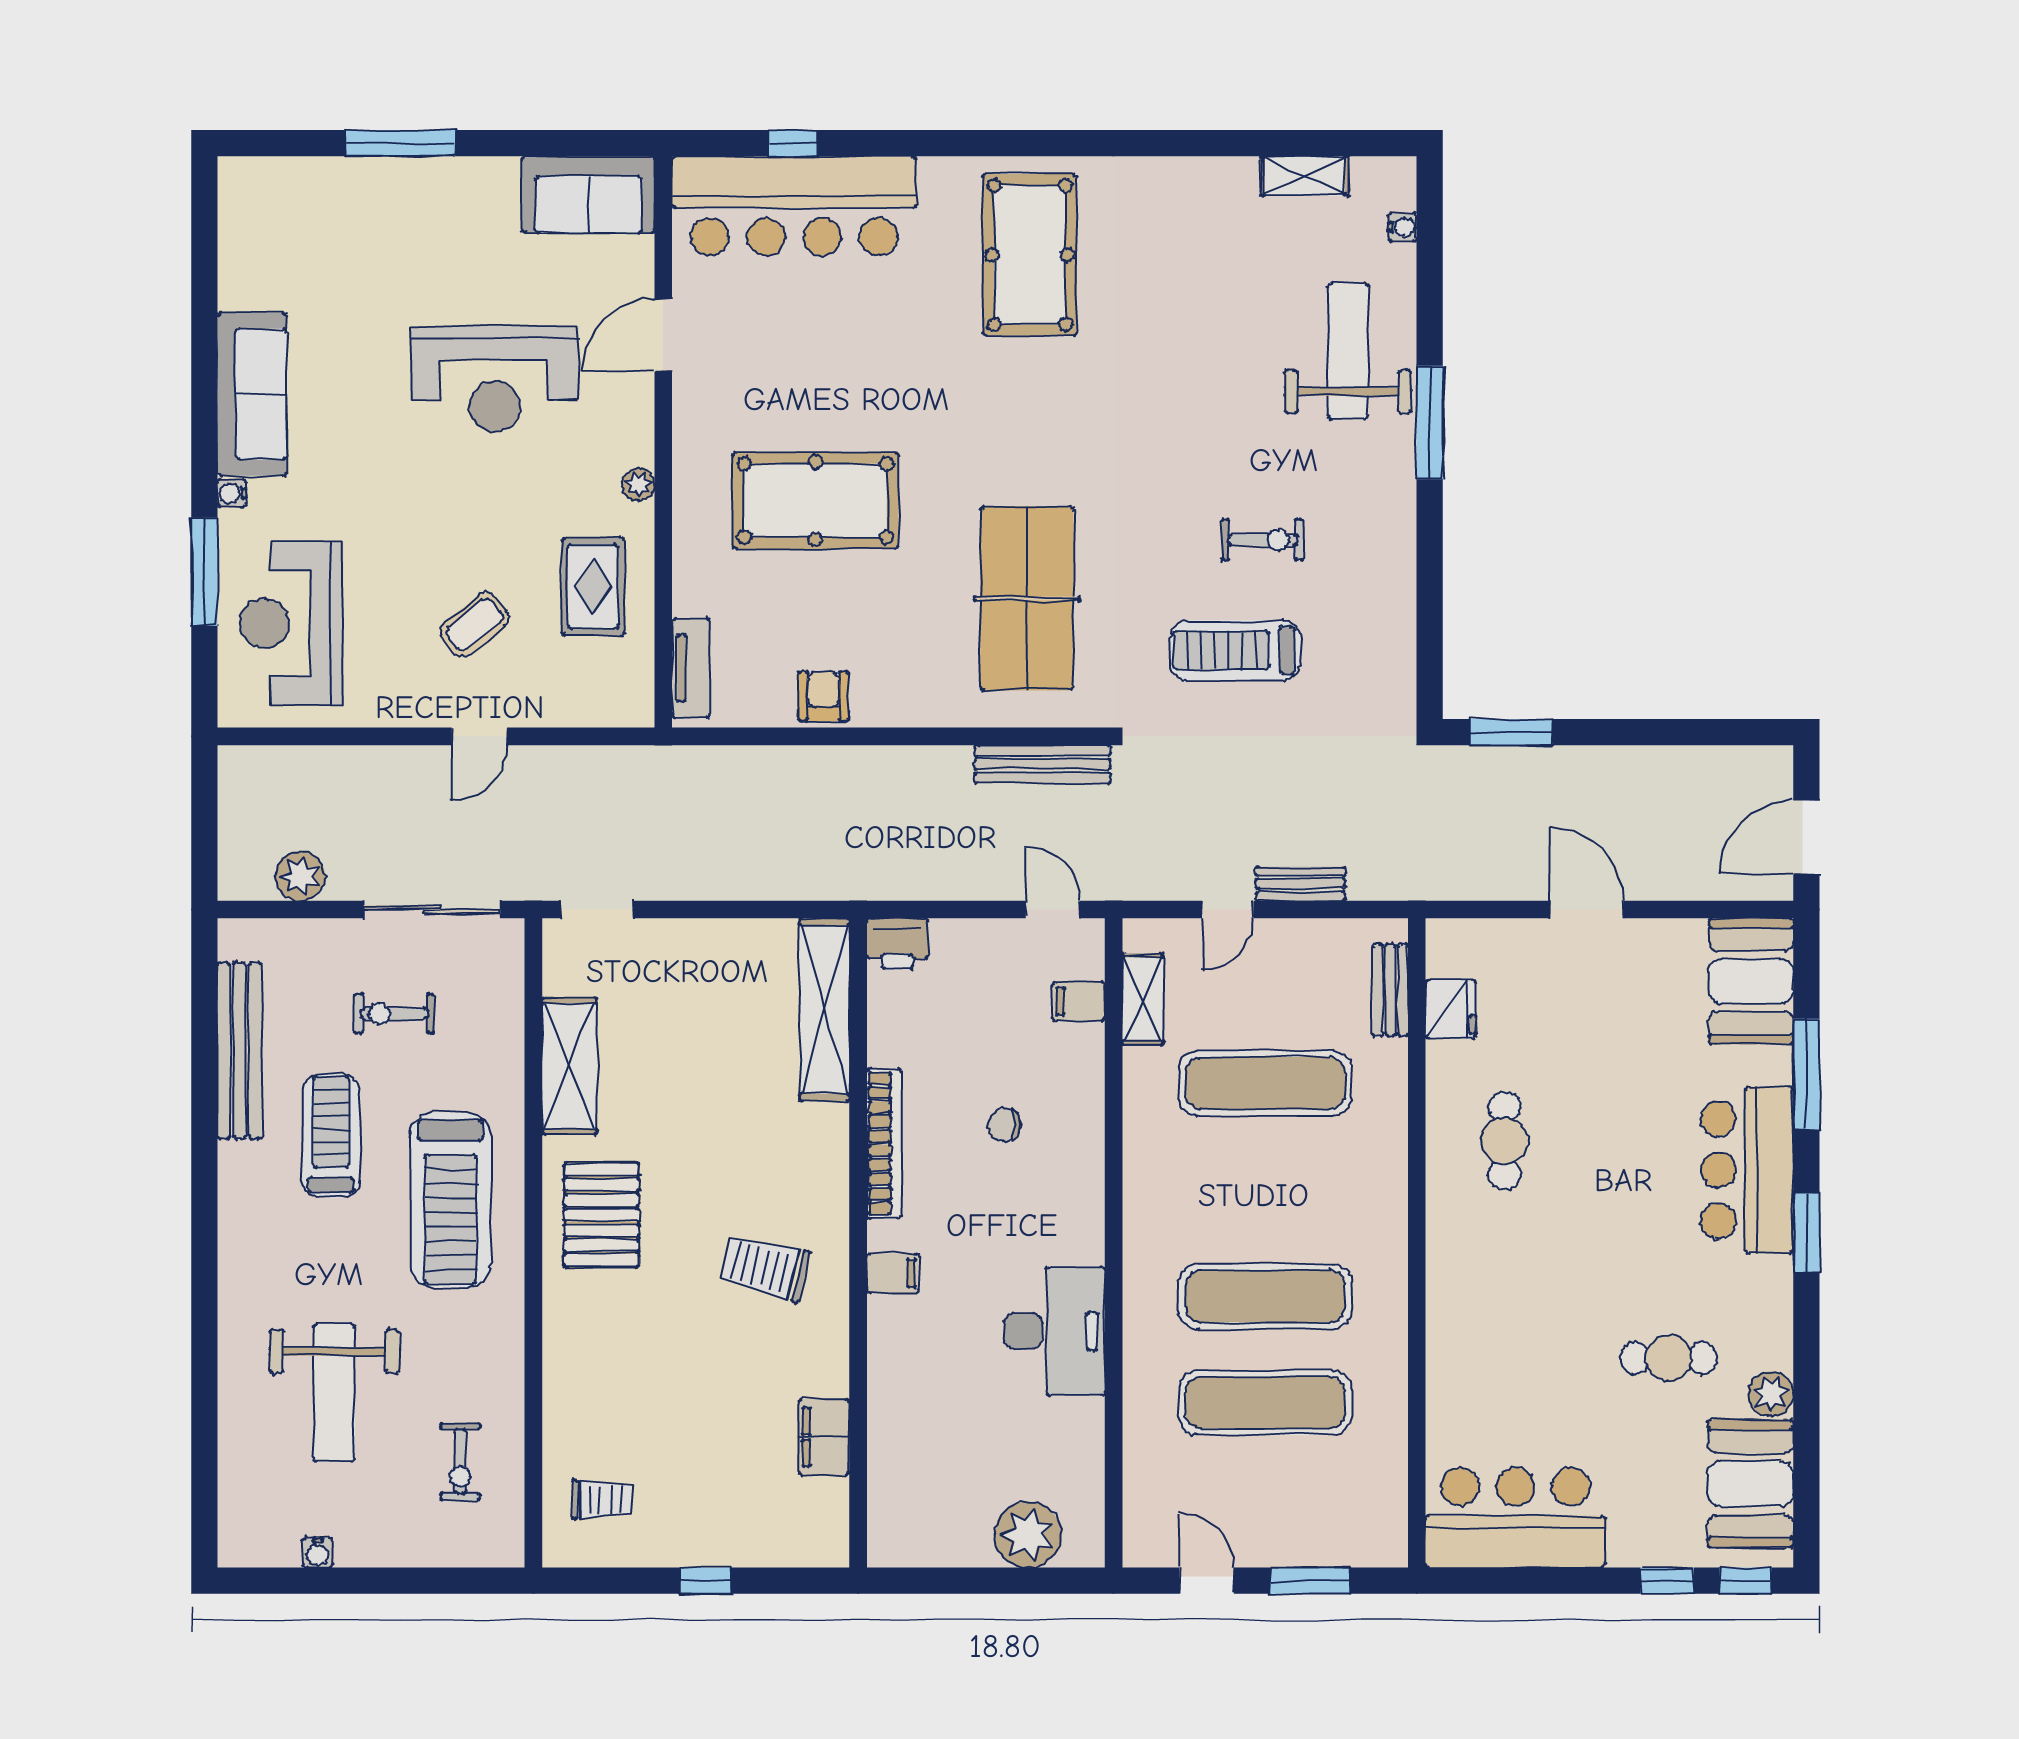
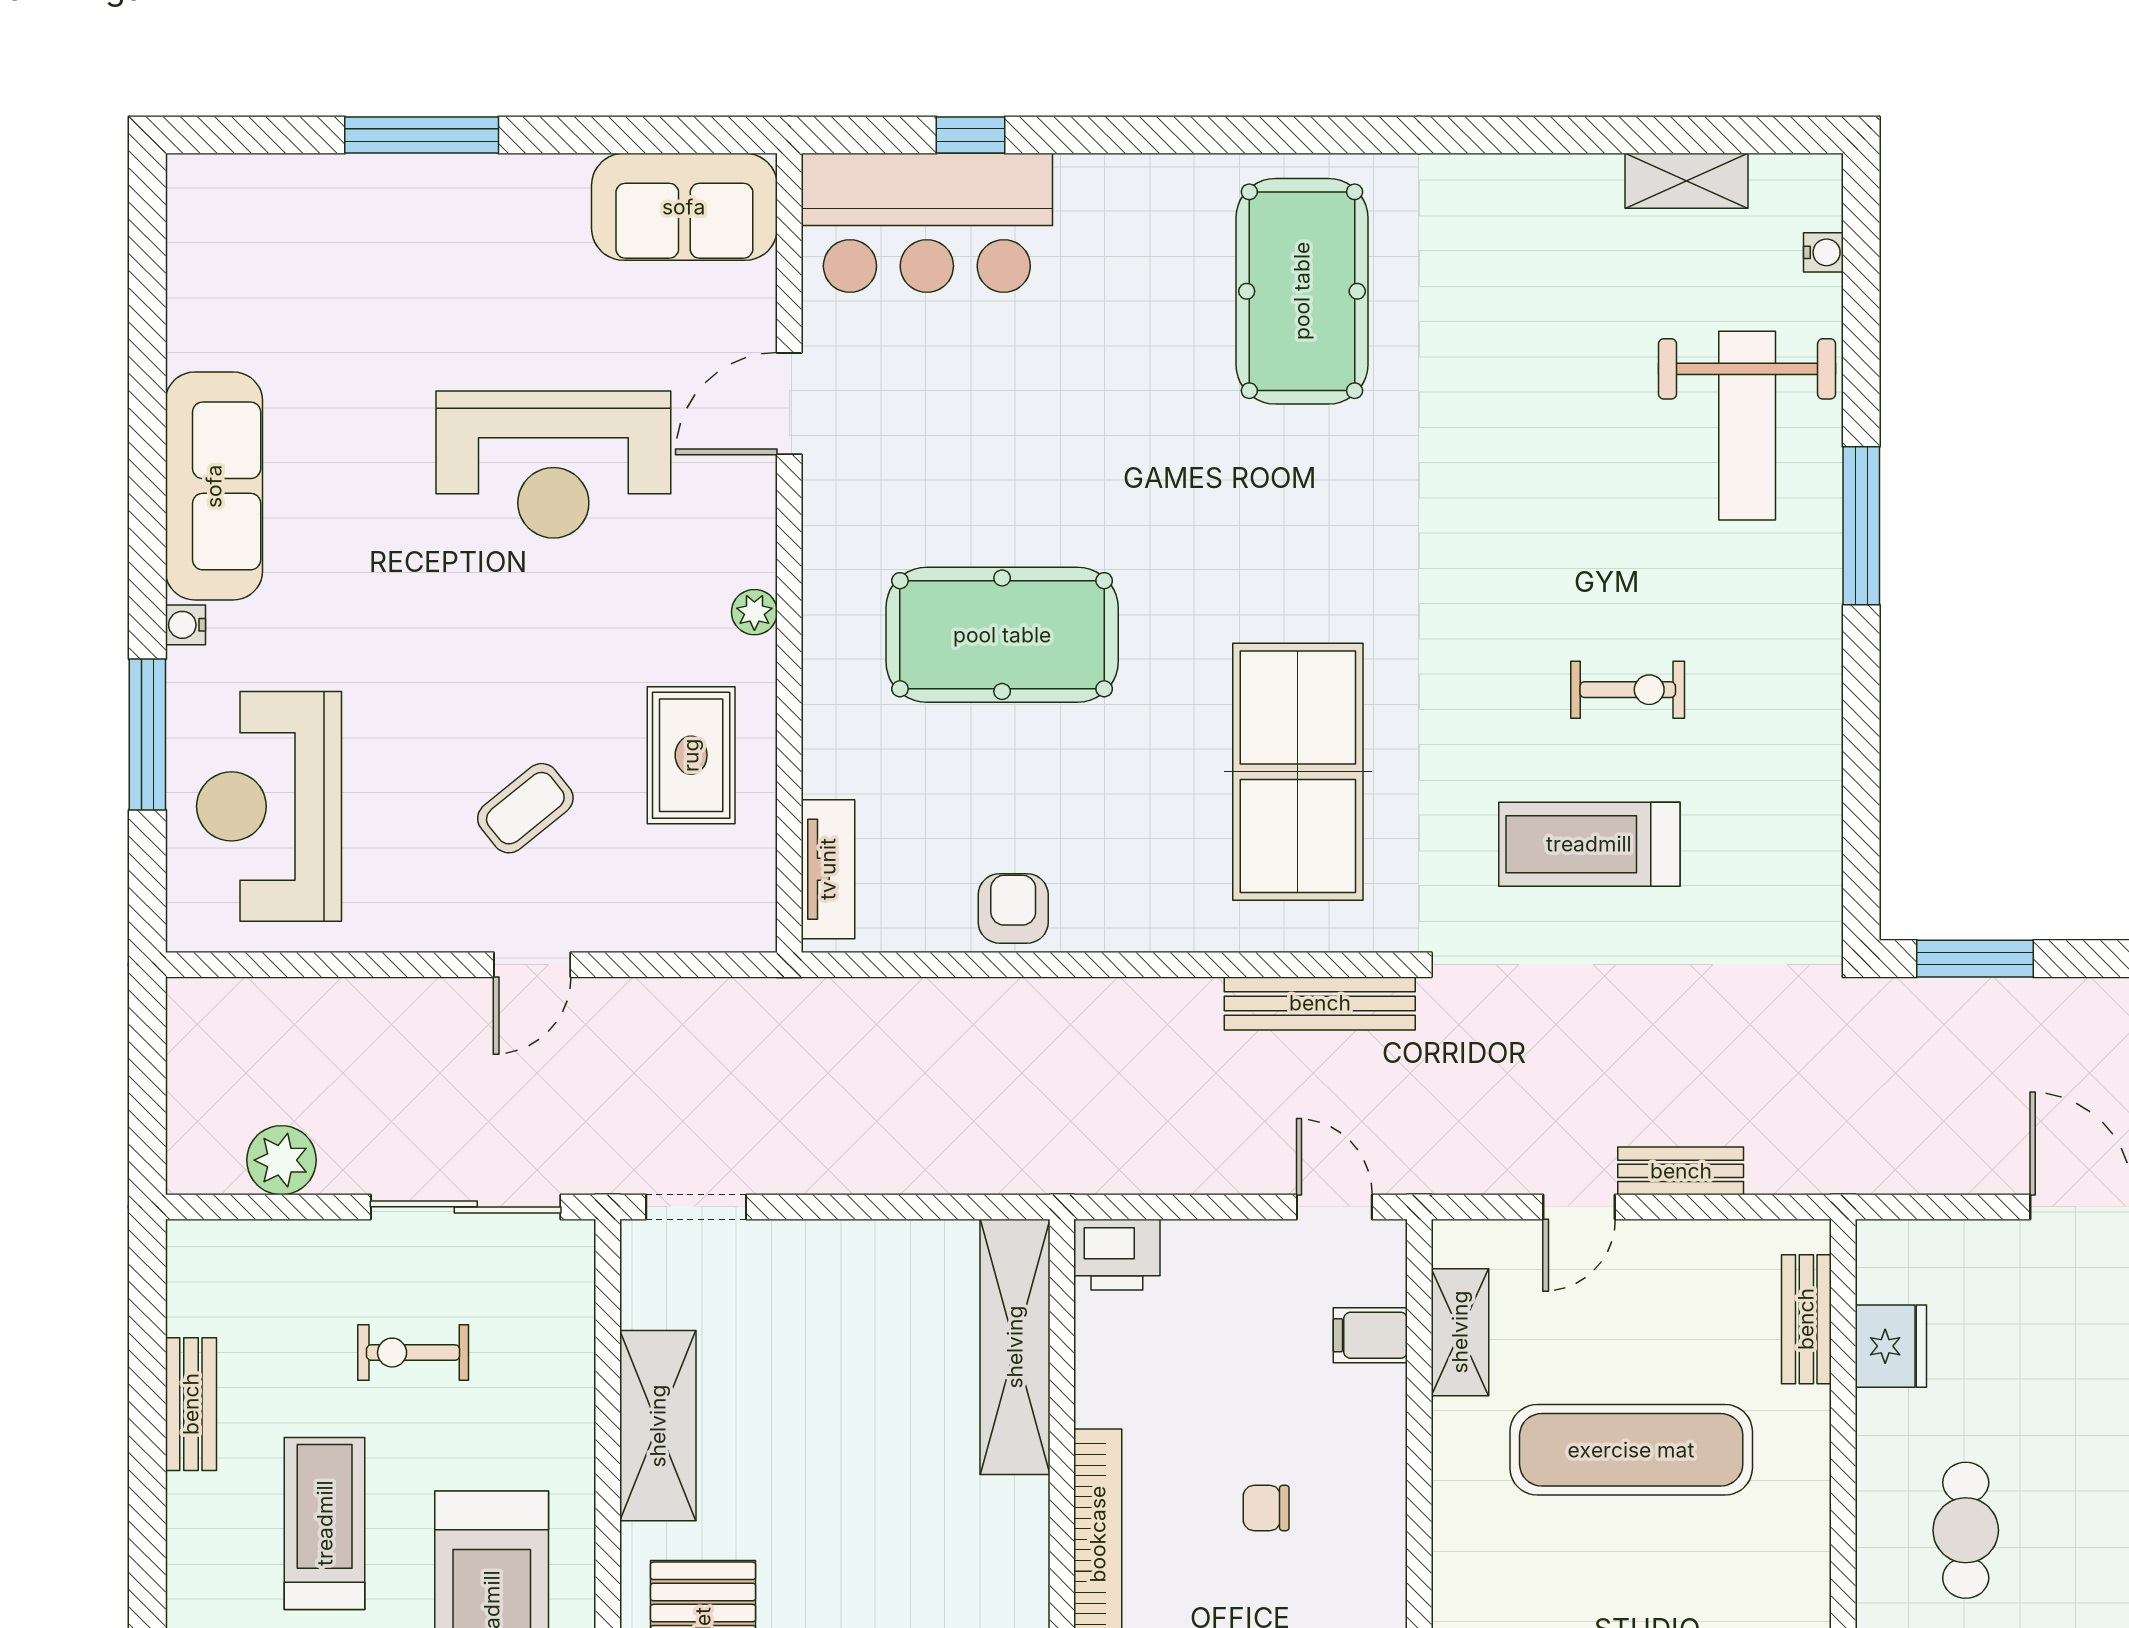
bar counter: (794, 206) -> (927, 223), width x0.73
weight bench: (1348, 351) -> (1747, 426), turned 180
bench: (239, 1051) -> (191, 1404), width x0.54, depth x0.82

